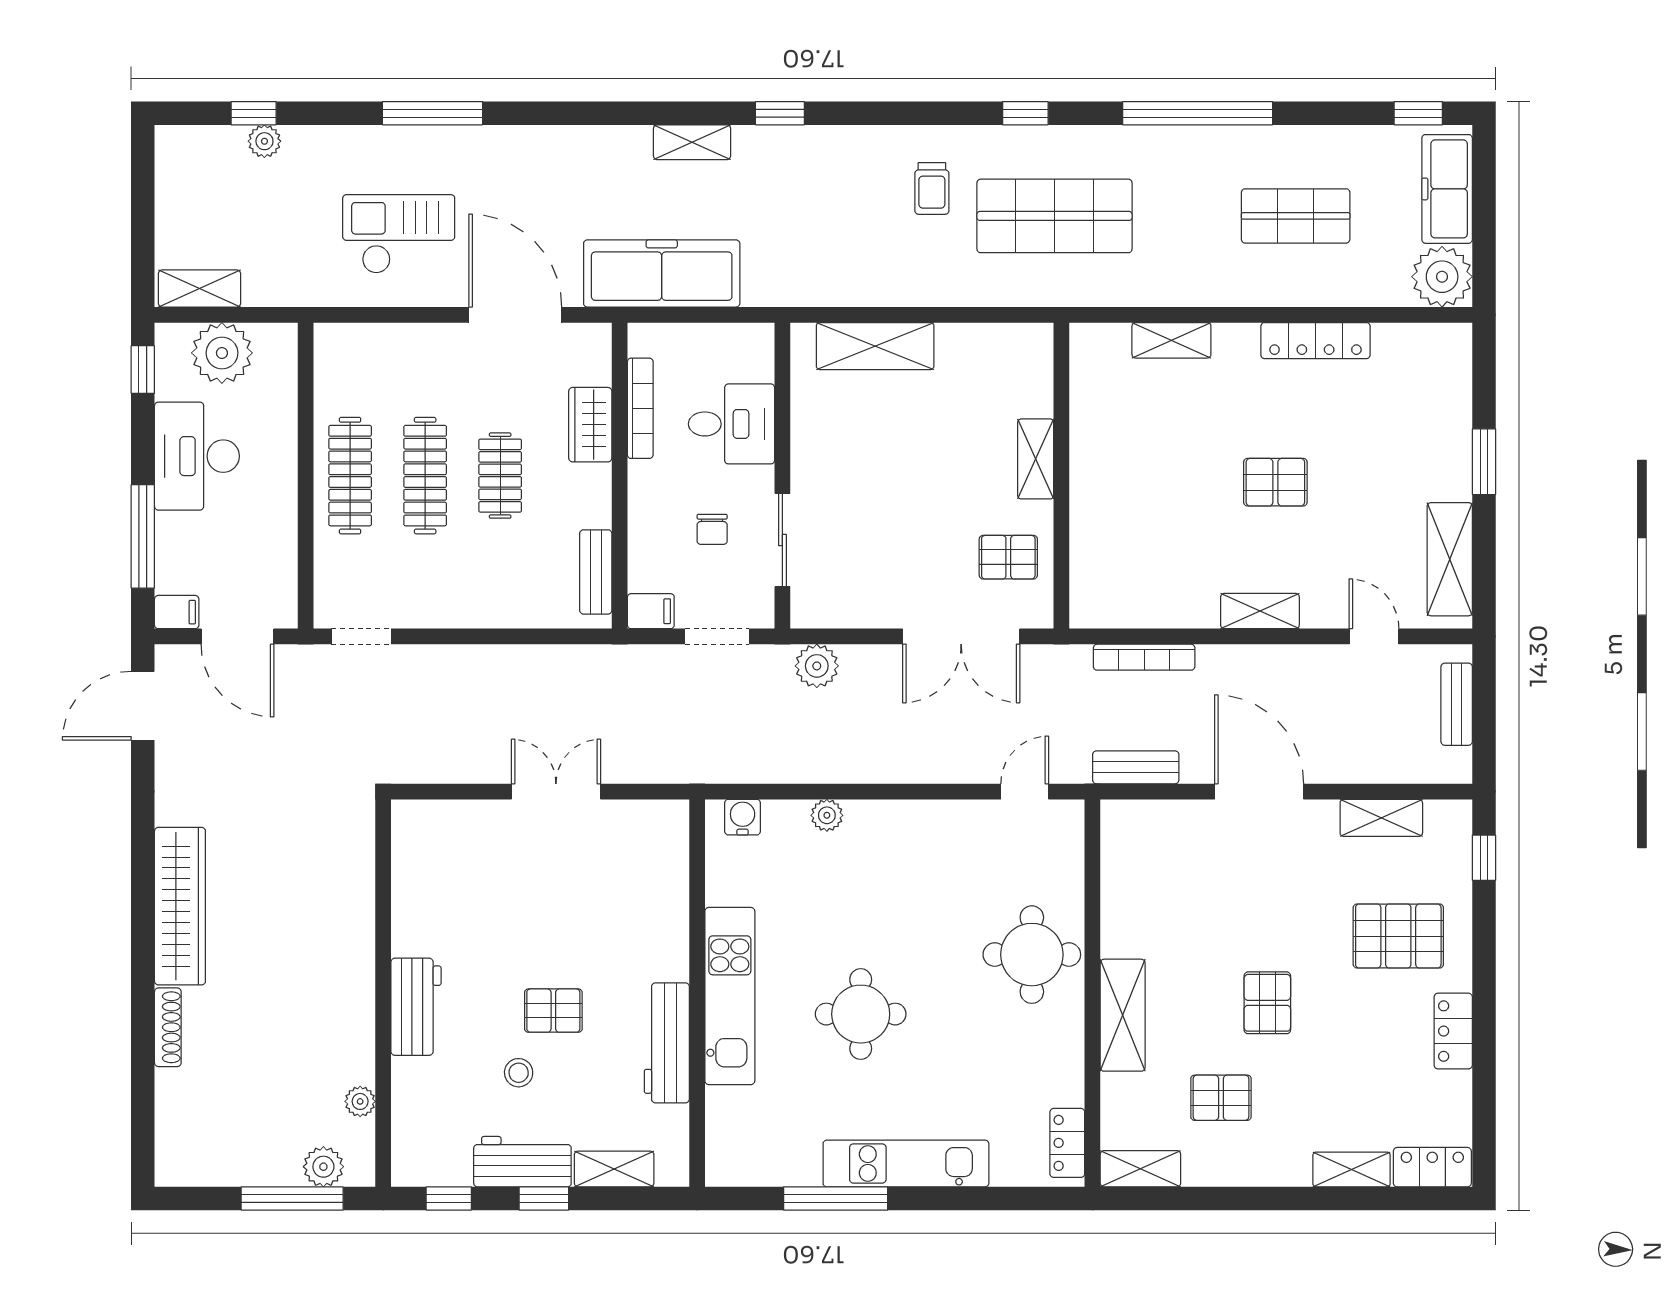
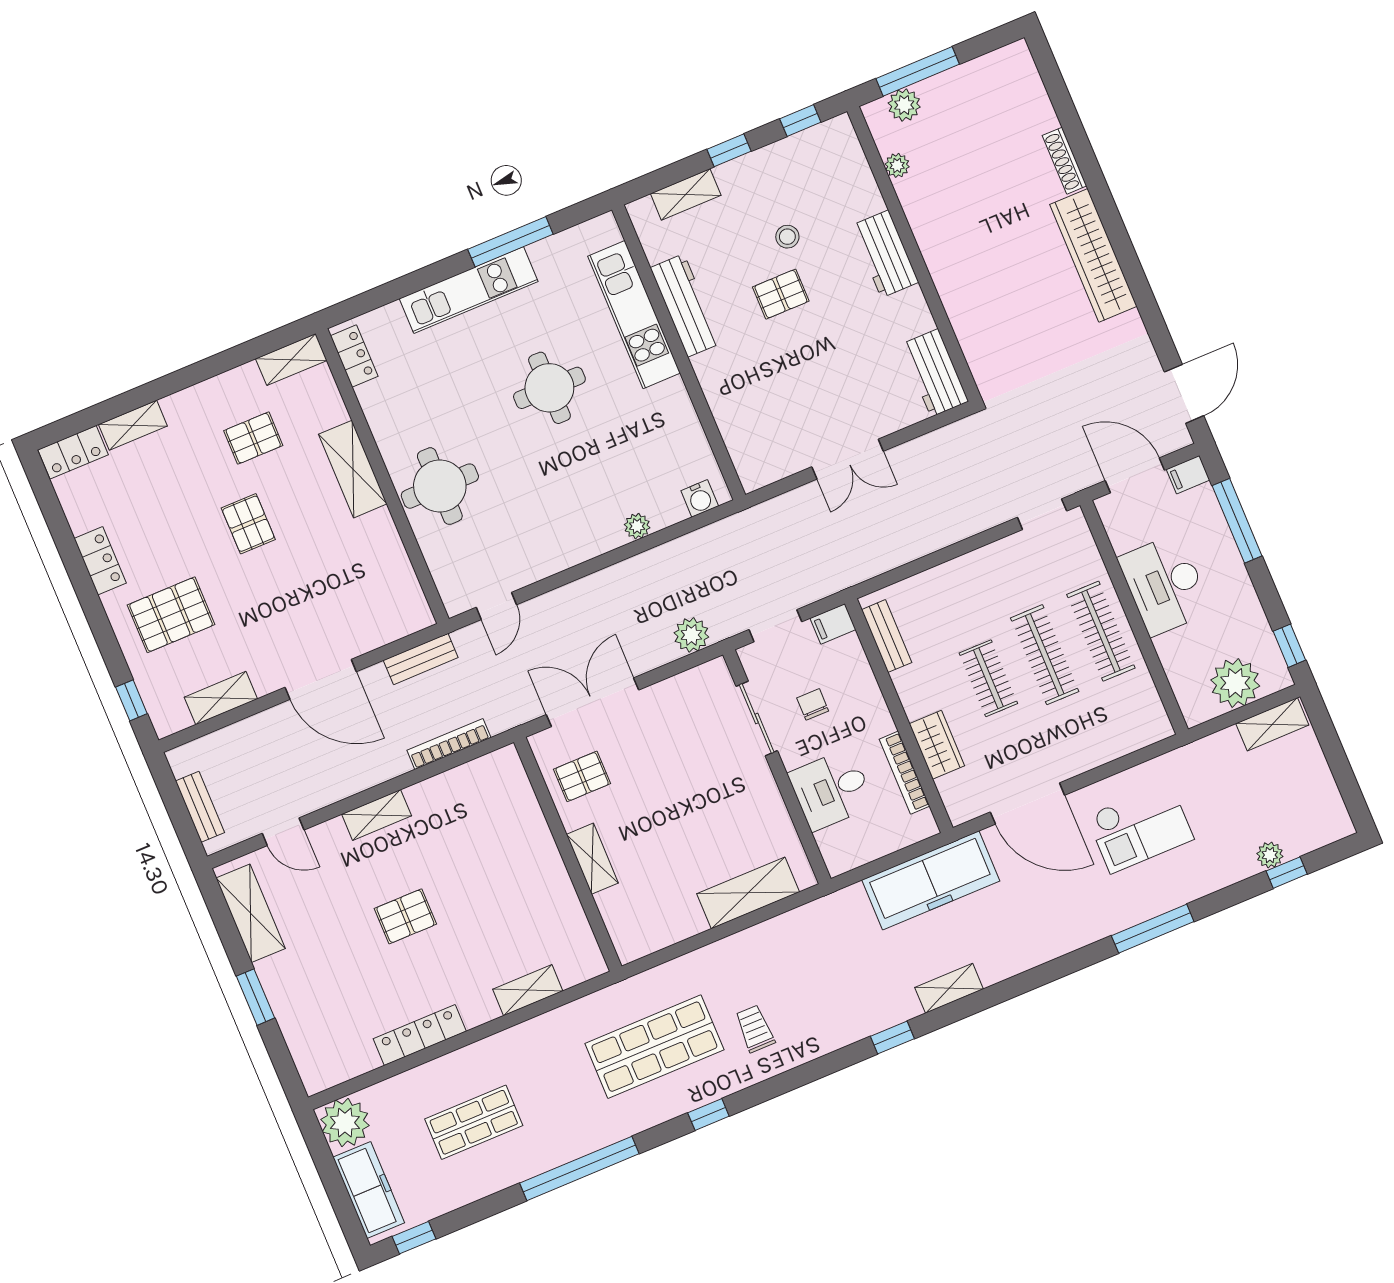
desk: (197, 456) -> (1165, 585), moved, turned 180
kitchen unit: (730, 996) -> (634, 315), moved
workbench: (522, 1162) -> (935, 373), moved, turned 90

